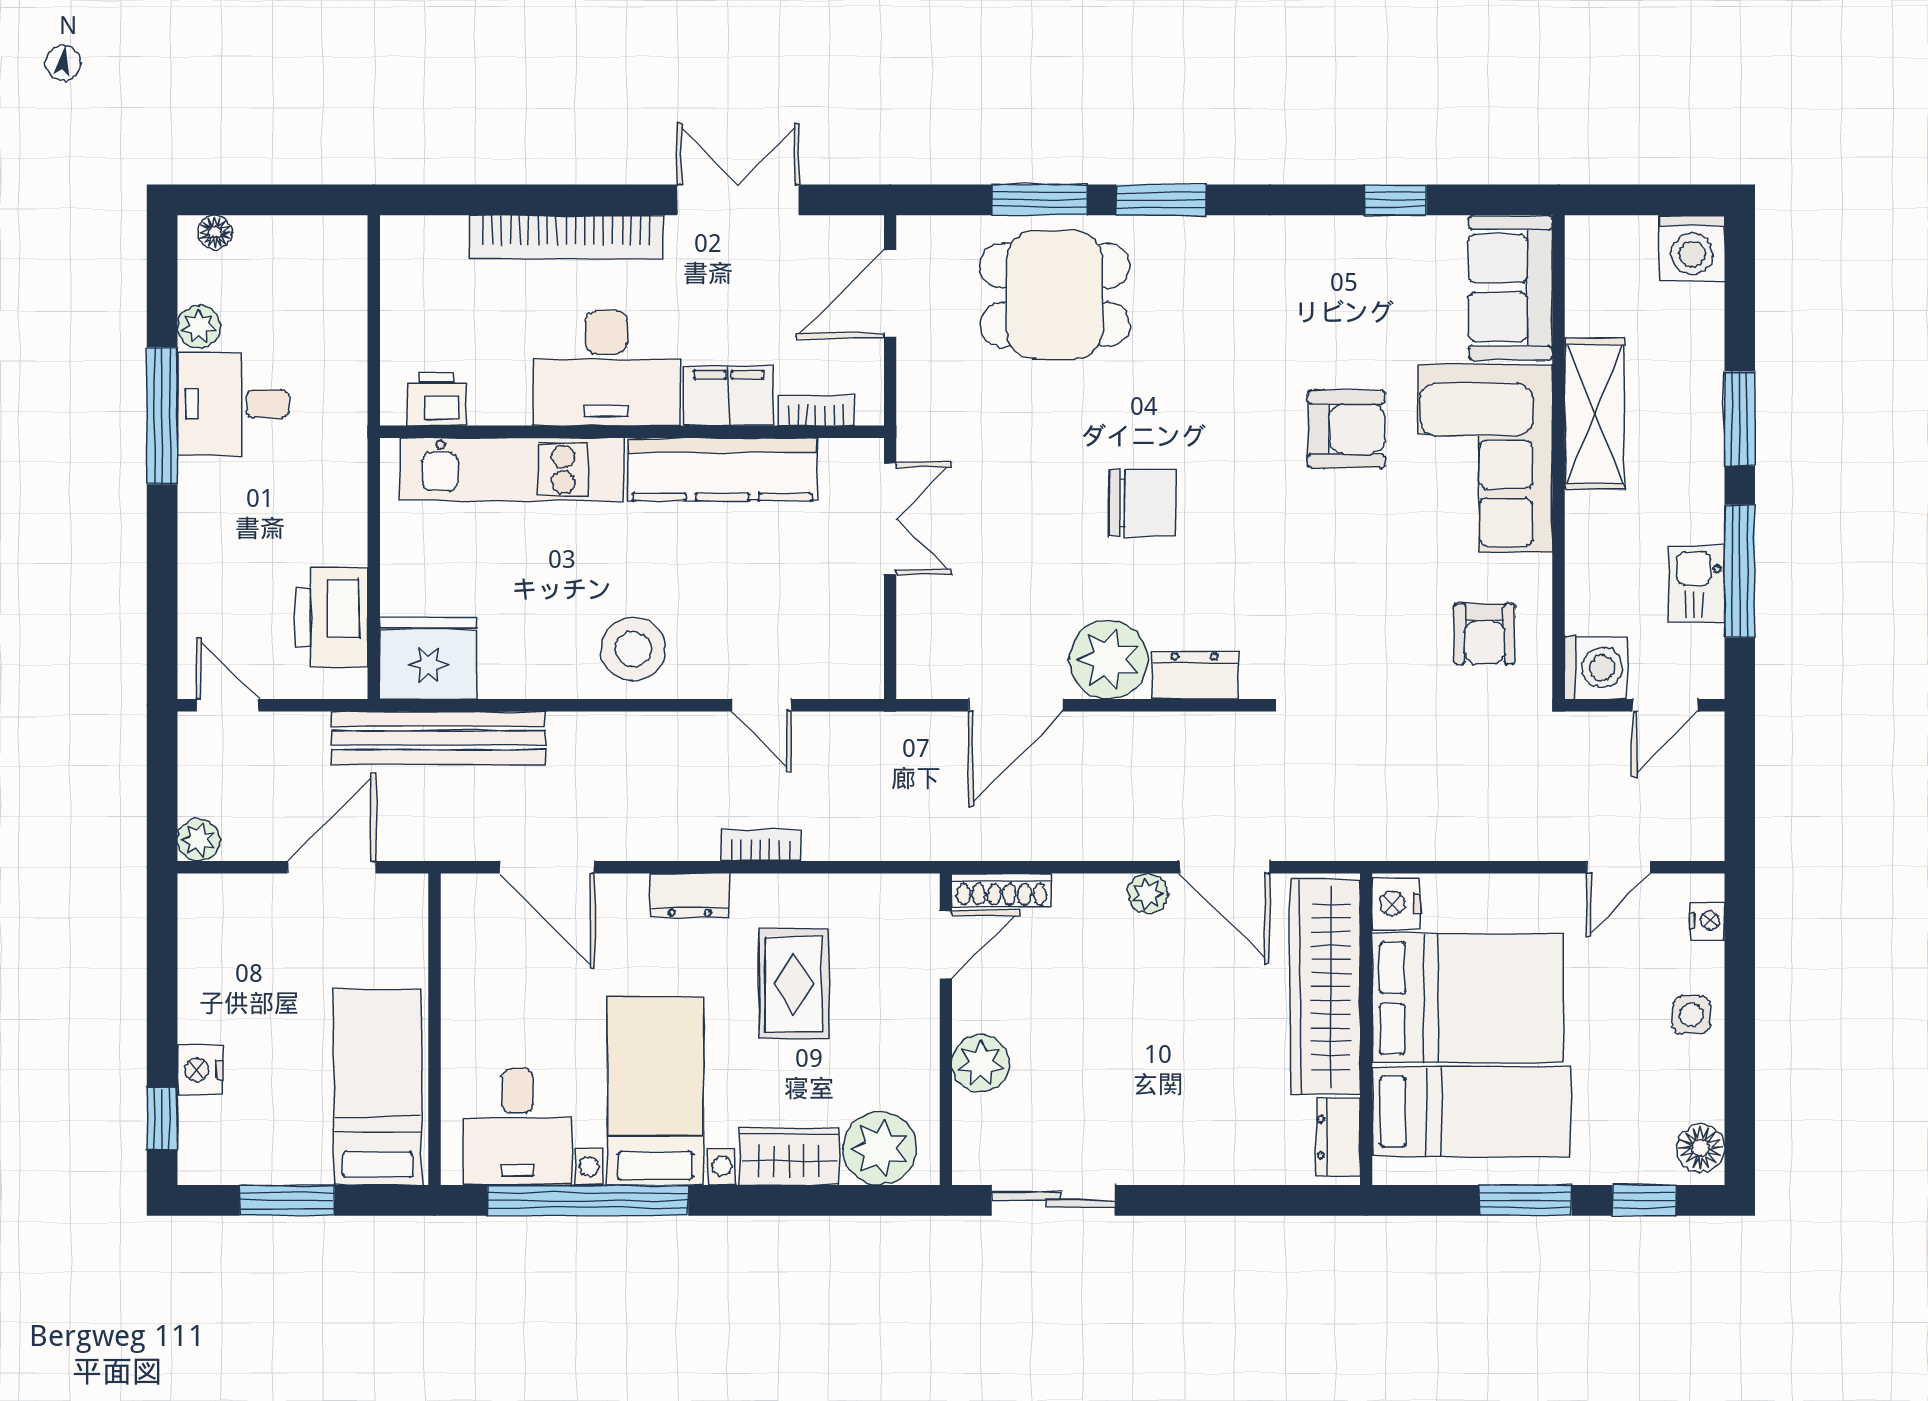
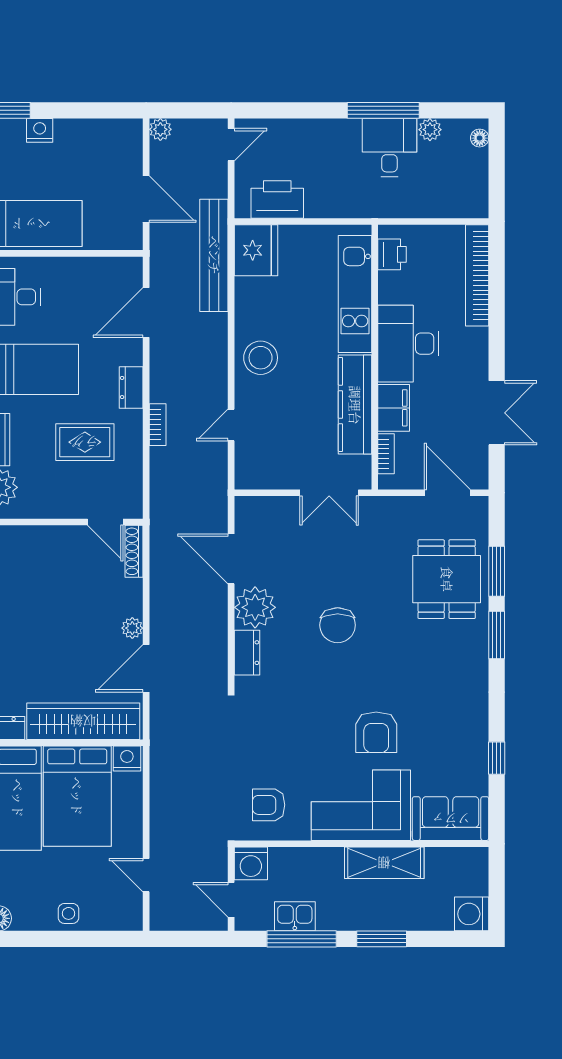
bookcase: (566, 237) -> (477, 275), moved
nightstand: (1707, 920) -> (118, 922), removed
plant: (981, 1063) -> (43, 540), removed

